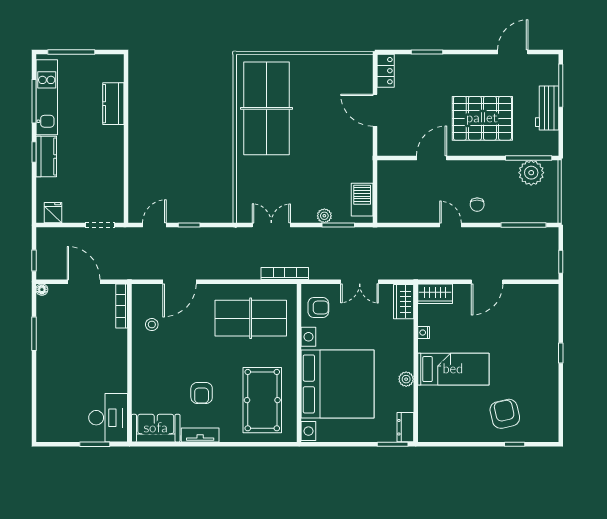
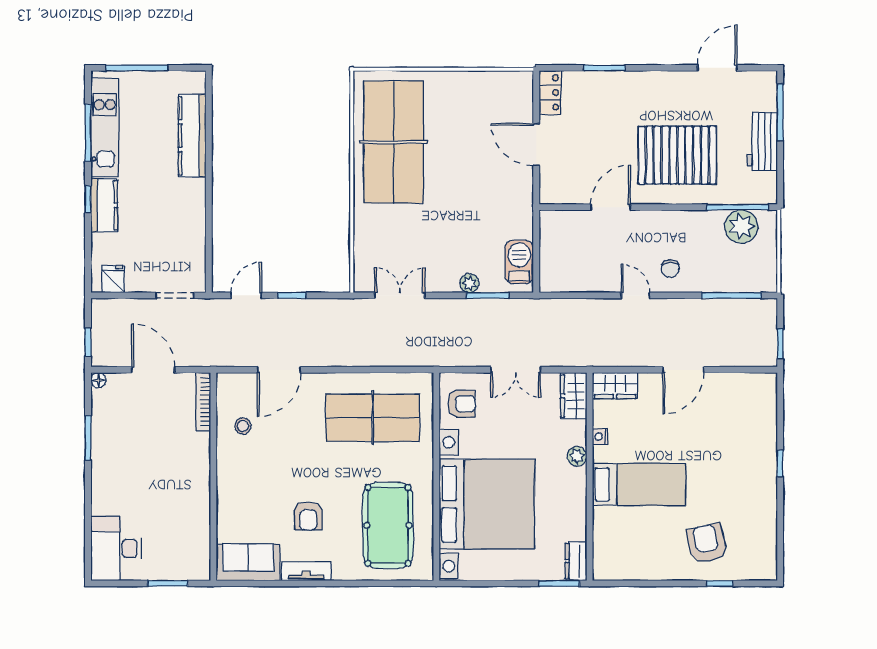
kitchen counter: (113, 104) -> (192, 136), width x1.50
bookcase: (285, 274) -> (418, 359), removed
plant: (406, 379) -> (577, 456), moved
desk: (108, 418) -> (116, 549), moved, turned 180

